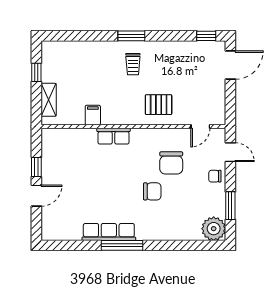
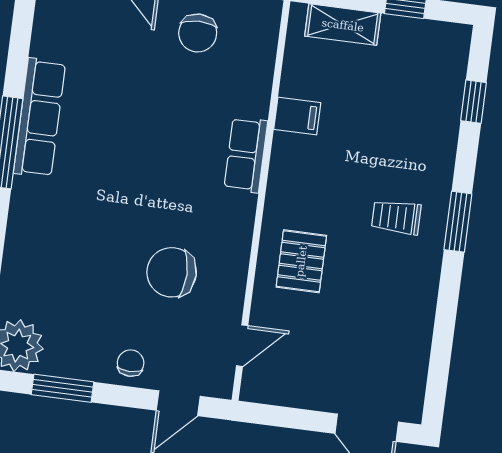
window: (206, 36) -> (474, 102), moved
door: (200, 127) -> (242, 346), swing flipped
chair: (152, 191) -> (198, 33), moved

